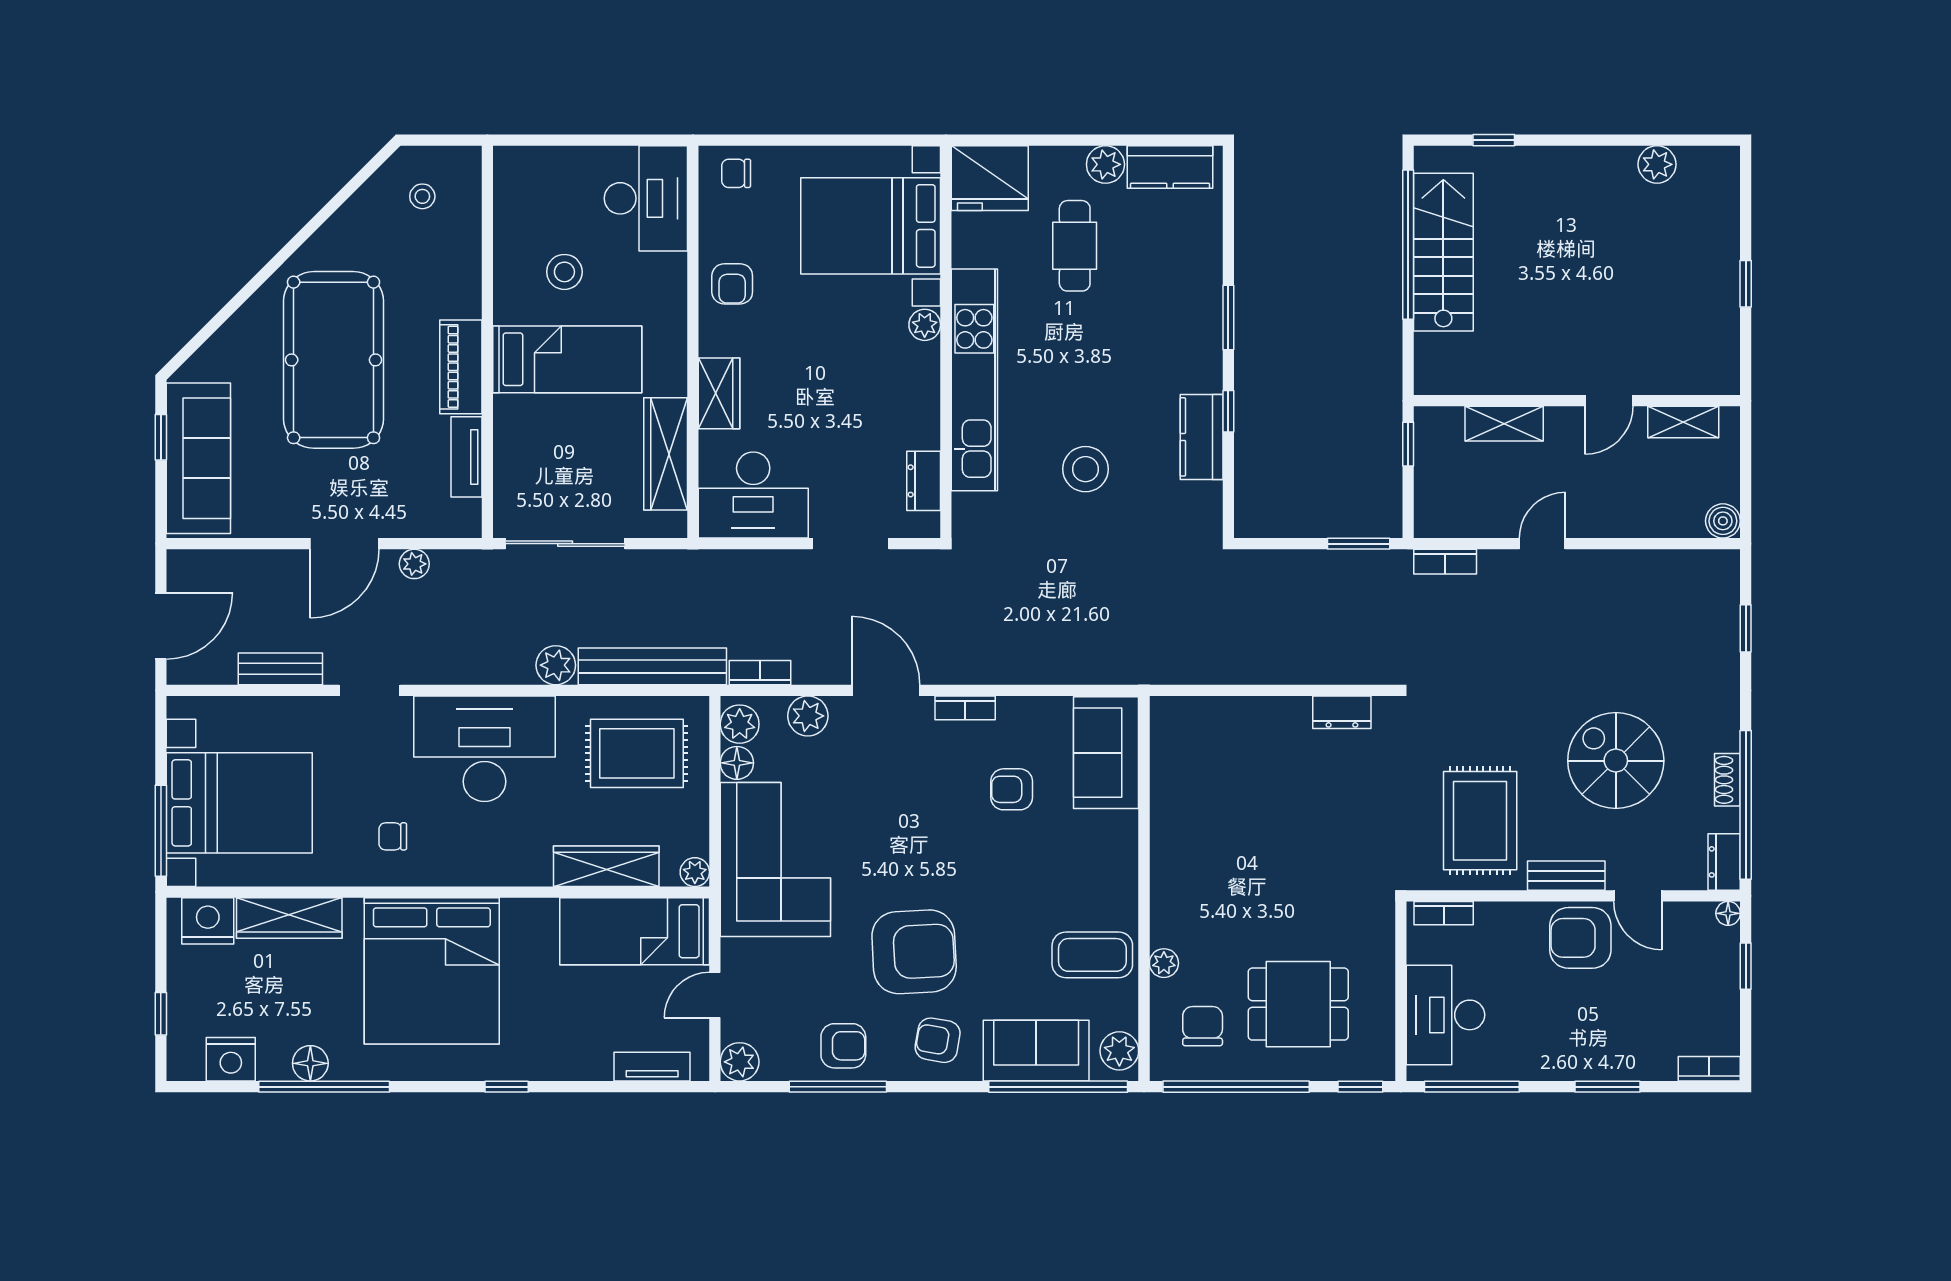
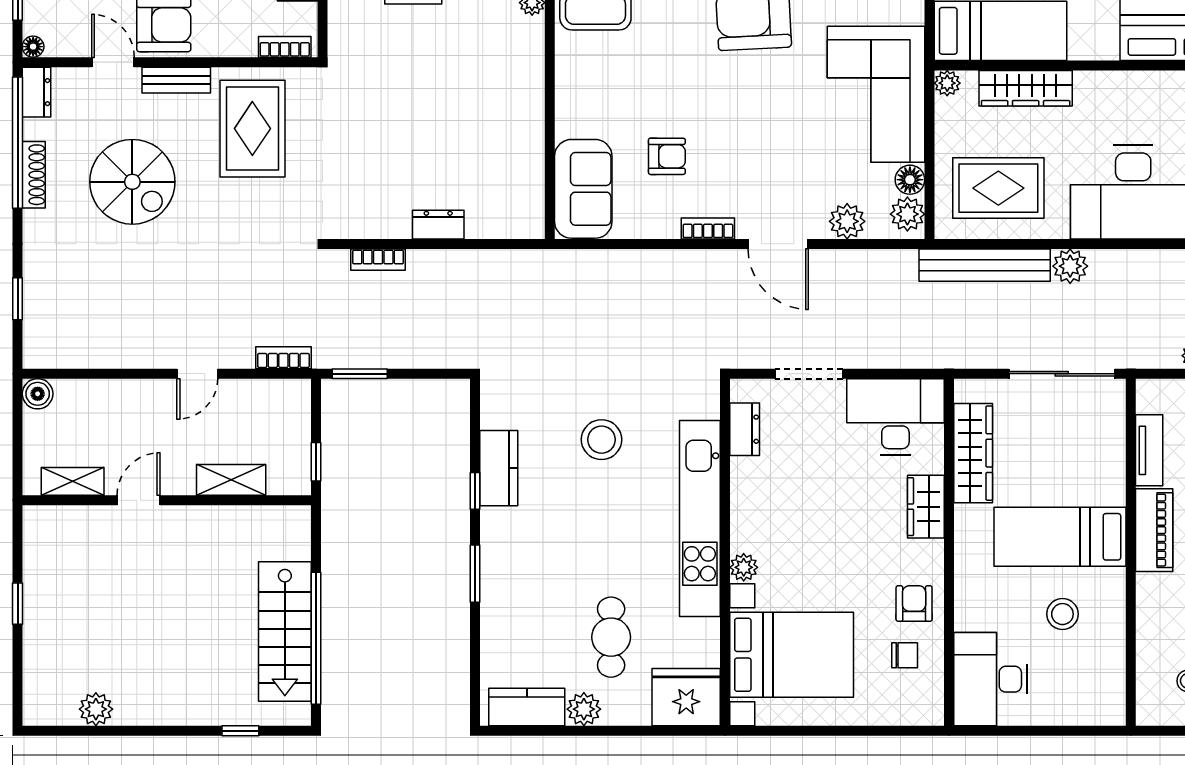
chair: (736, 173) -> (905, 655), moved
bookcase: (760, 673) -> (378, 260), moved
dresser: (1342, 712) -> (438, 225), moved
shoe rack: (1727, 780) -> (34, 175), width x1.43

